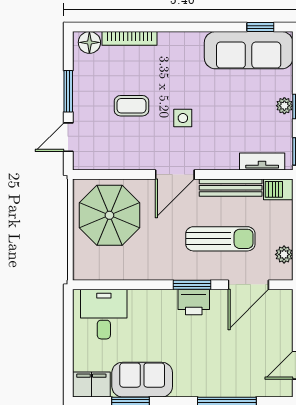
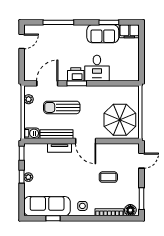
window: (260, 27) -> (53, 218), moved
window: (68, 91) -> (141, 199), moved
side table: (183, 118) -> (82, 206), moved
tv unit: (262, 162) -> (60, 148), moved
door: (175, 175) -> (86, 141), swing flipped
desk: (104, 314) -> (97, 68), moved

